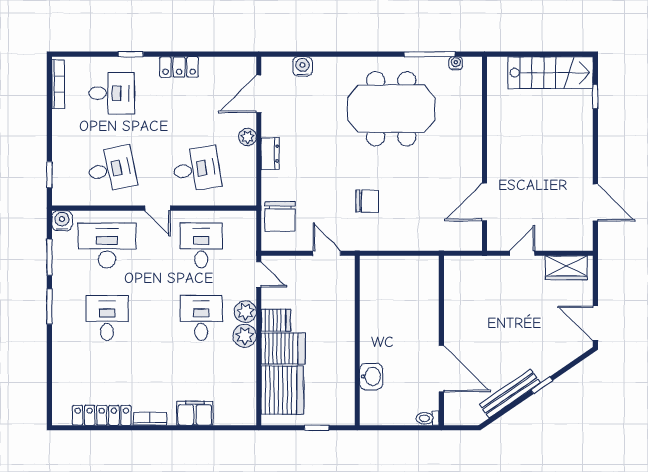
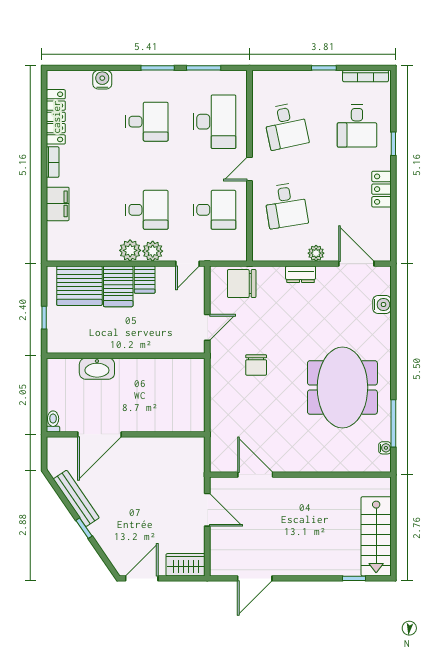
window: (49, 175) -> (324, 68), moved
water cooler: (62, 221) -> (102, 80), moved, turned -90
door: (522, 253) -> (207, 510), width x1.38
wardrobe: (566, 268) -> (186, 565), moved, turned 90
washbasin: (371, 376) -> (97, 369), width x1.38

